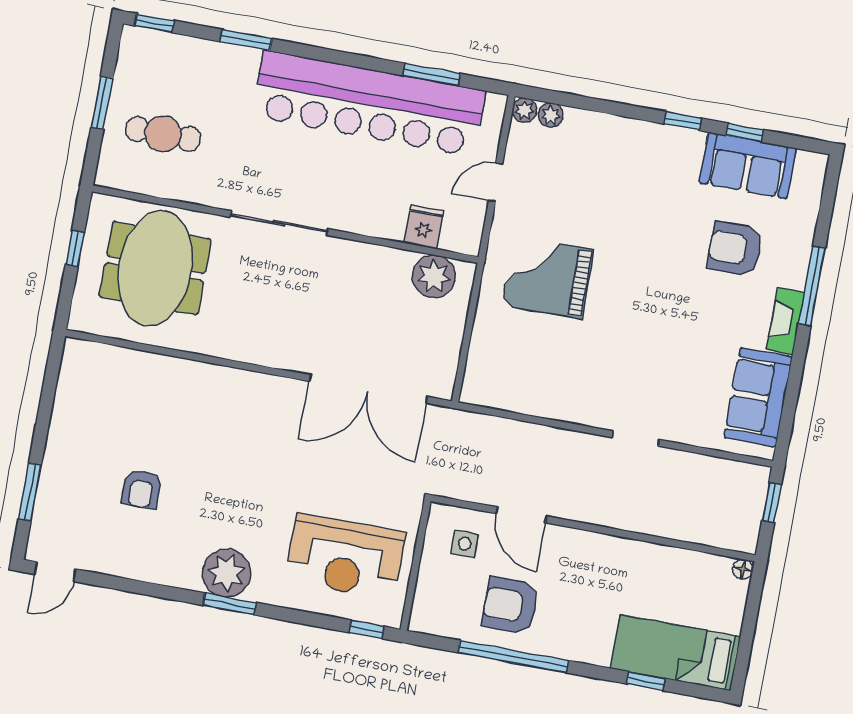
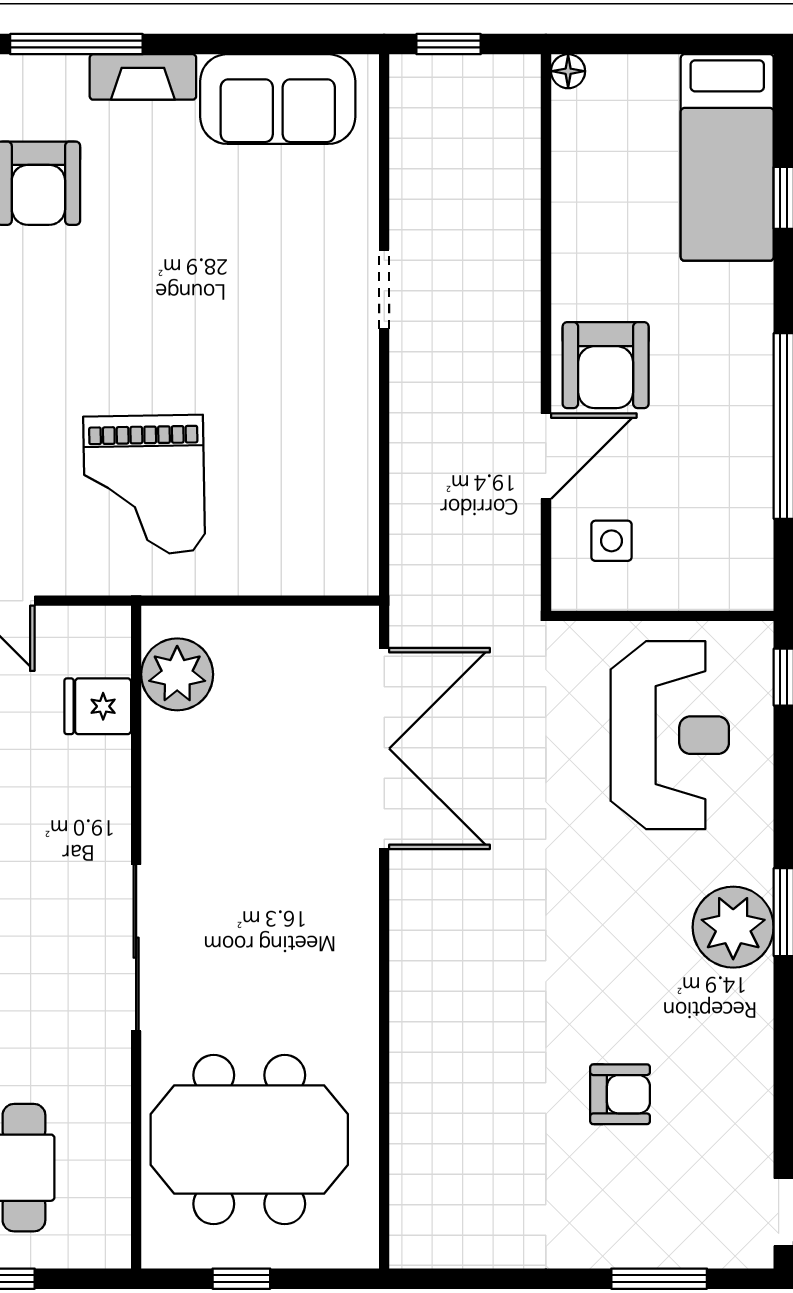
armchair: (510, 606) -> (606, 365), moved

